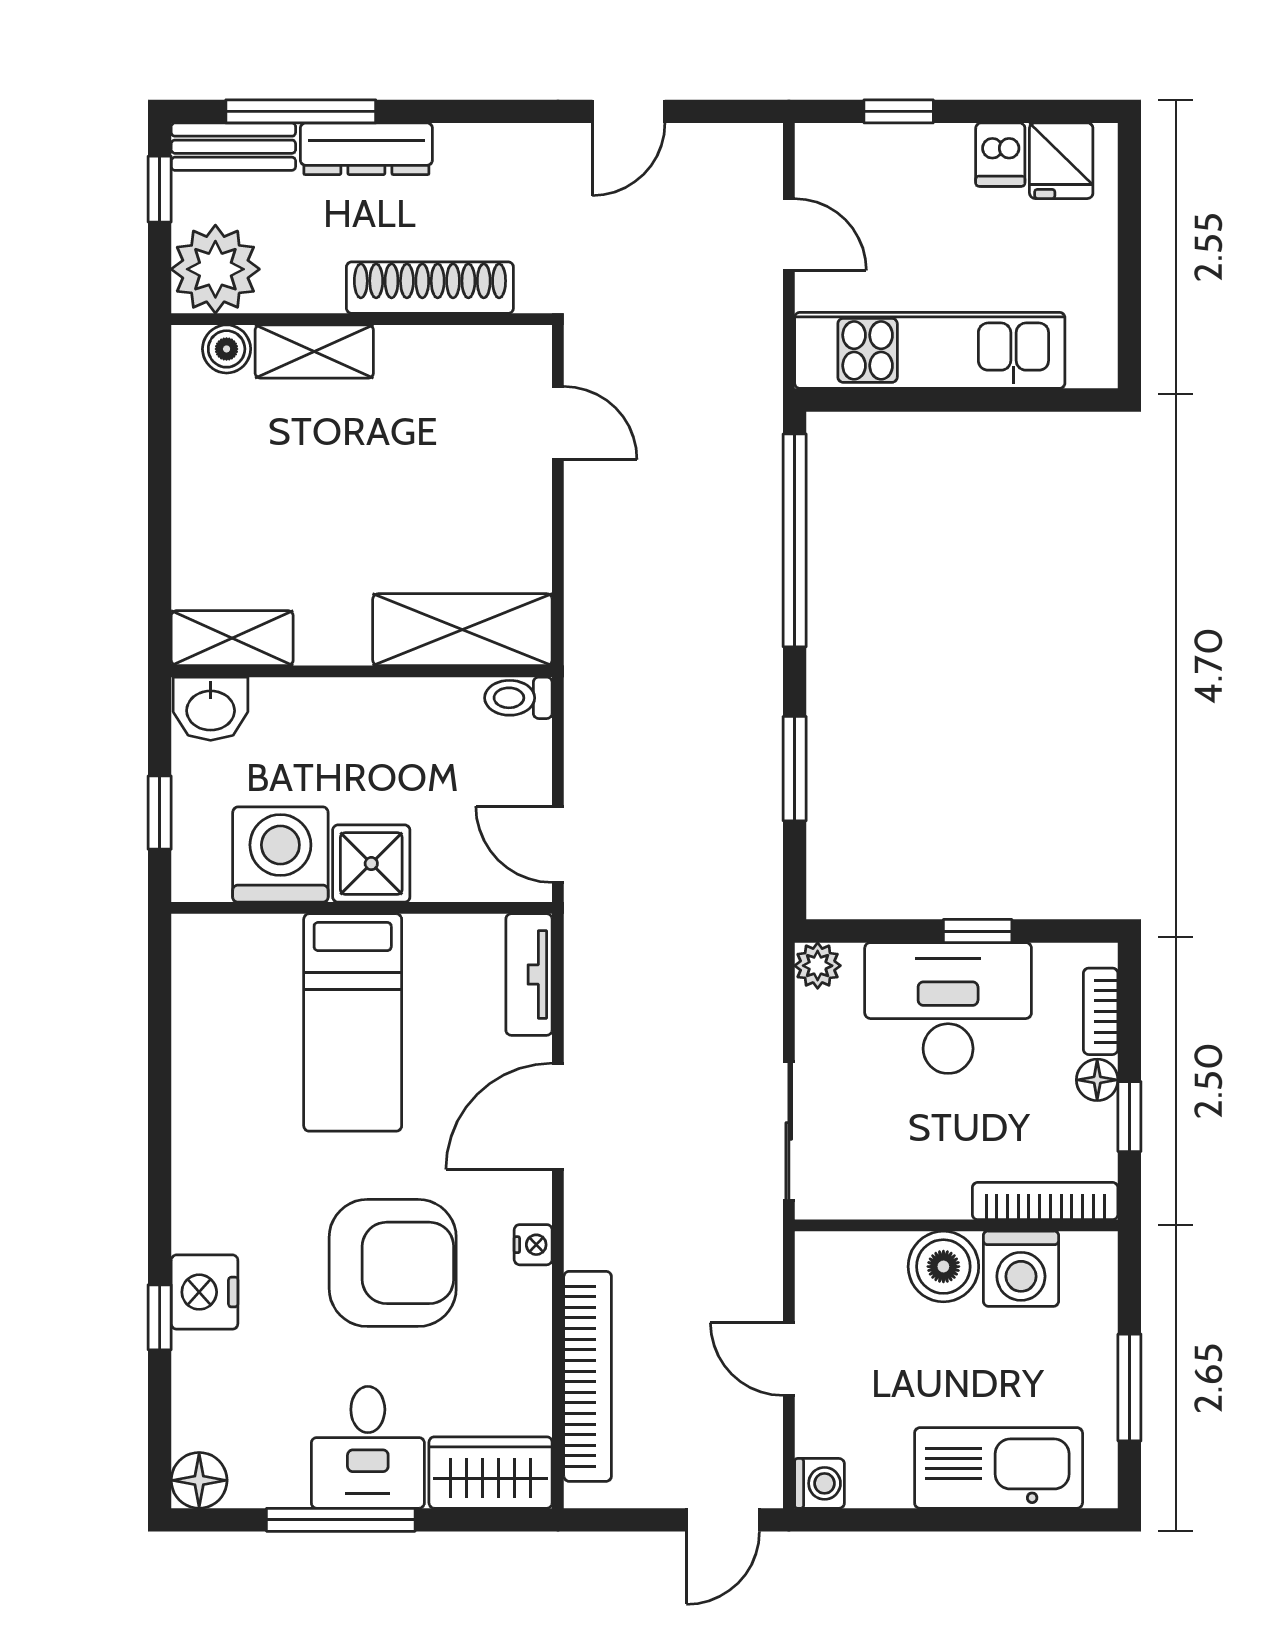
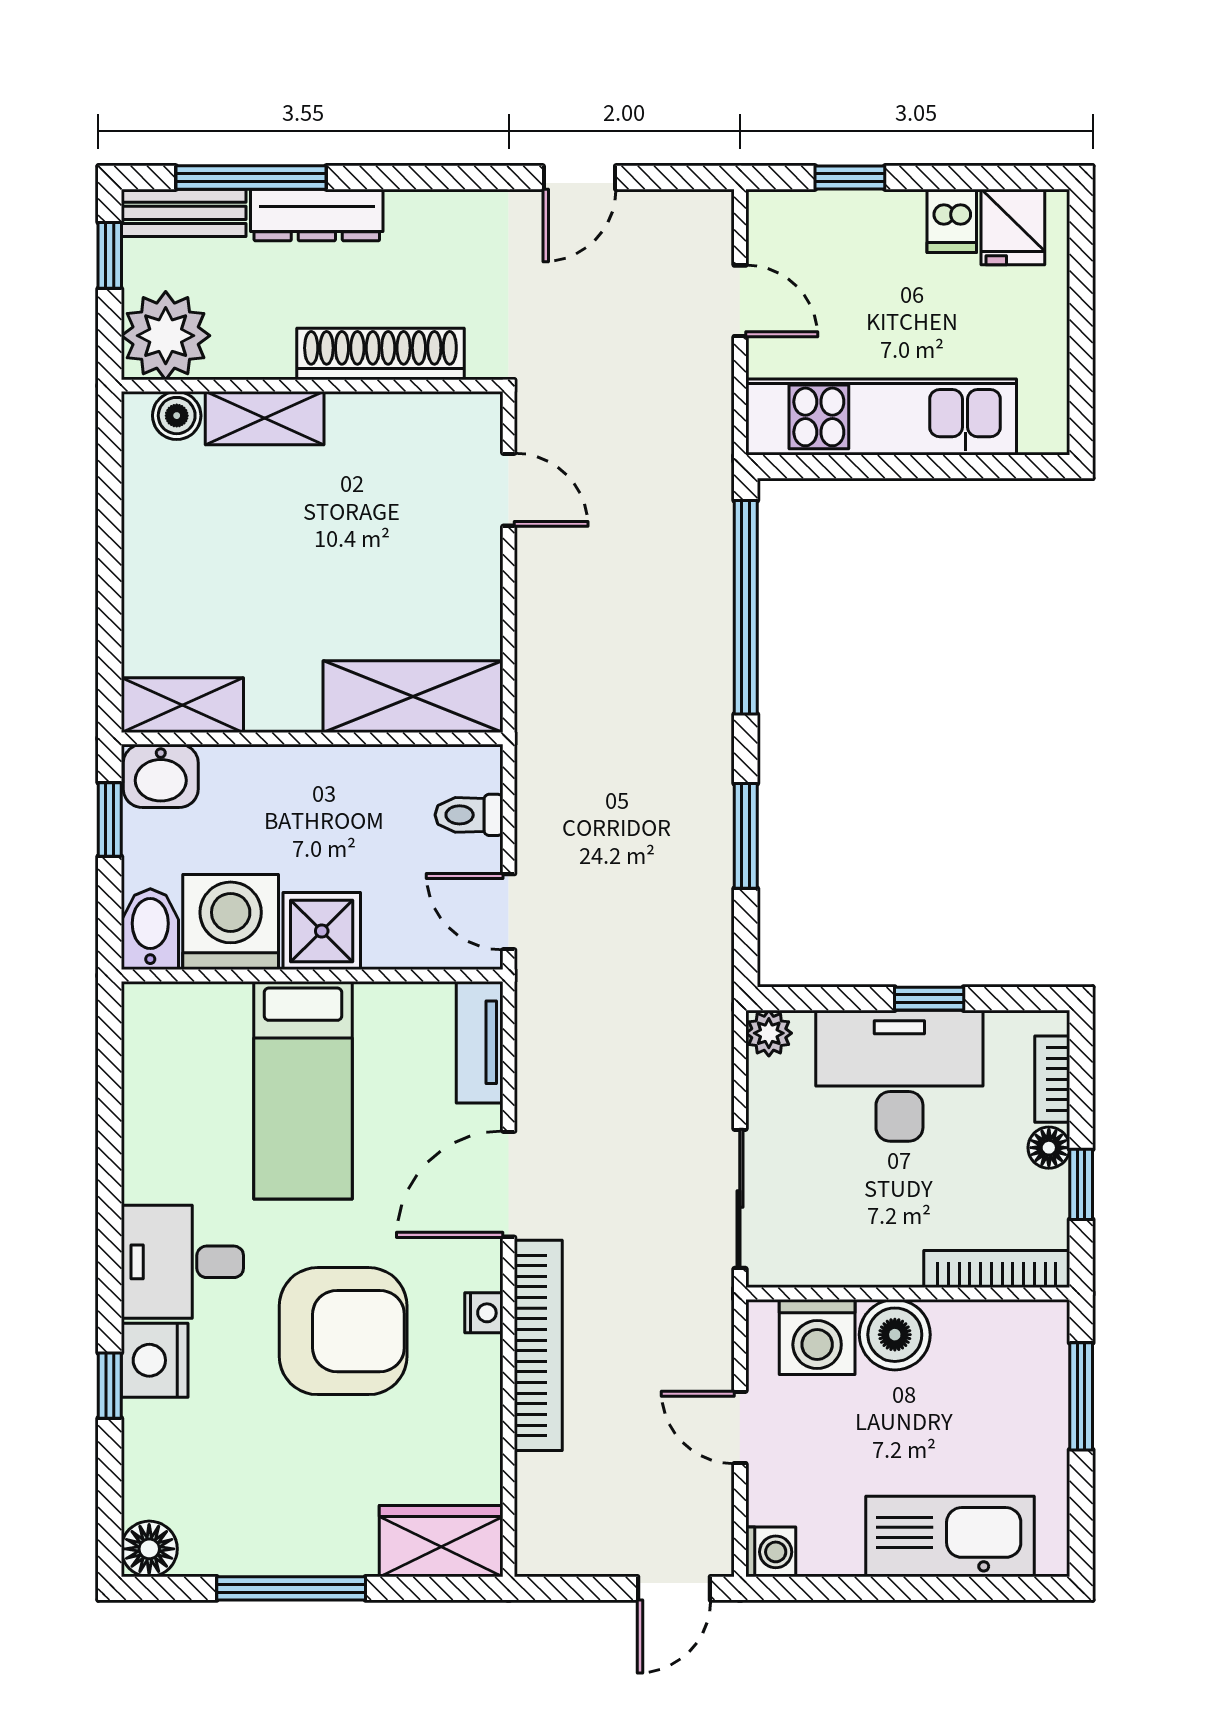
toilet: (518, 698) -> (469, 815), moved
window: (160, 813) -> (110, 820), moved
bidet: (200, 862) -> (150, 929), added
washing machine: (1021, 1269) -> (817, 1337), moved
bookcase: (588, 1376) -> (538, 1345), moved
window: (1129, 1387) -> (1081, 1396), moved
desk: (368, 1447) -> (182, 1262), moved, turned 90

